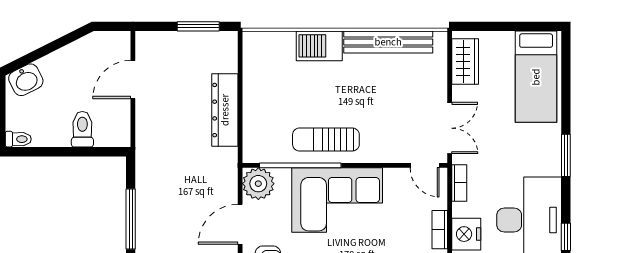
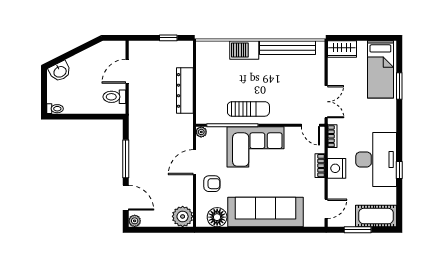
window: (198, 26) -> (168, 38), width x0.67
wardrobe: (465, 61) -> (342, 49), moved, turned 90
toilet: (82, 129) -> (114, 97), moved, turned -90
sun lounger: (326, 140) -> (248, 109), turned 180
window: (566, 155) -> (399, 86), moved
plant: (258, 184) -> (201, 132), width x0.53, depth x0.53

